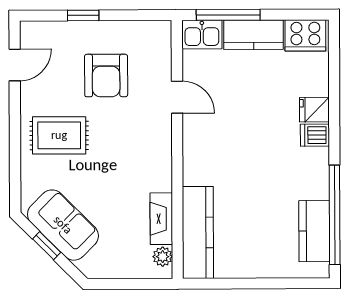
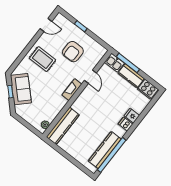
fireplace: (161, 219) -> (72, 90), moved
kitchen counter: (314, 231) -> (105, 150), width x1.50

